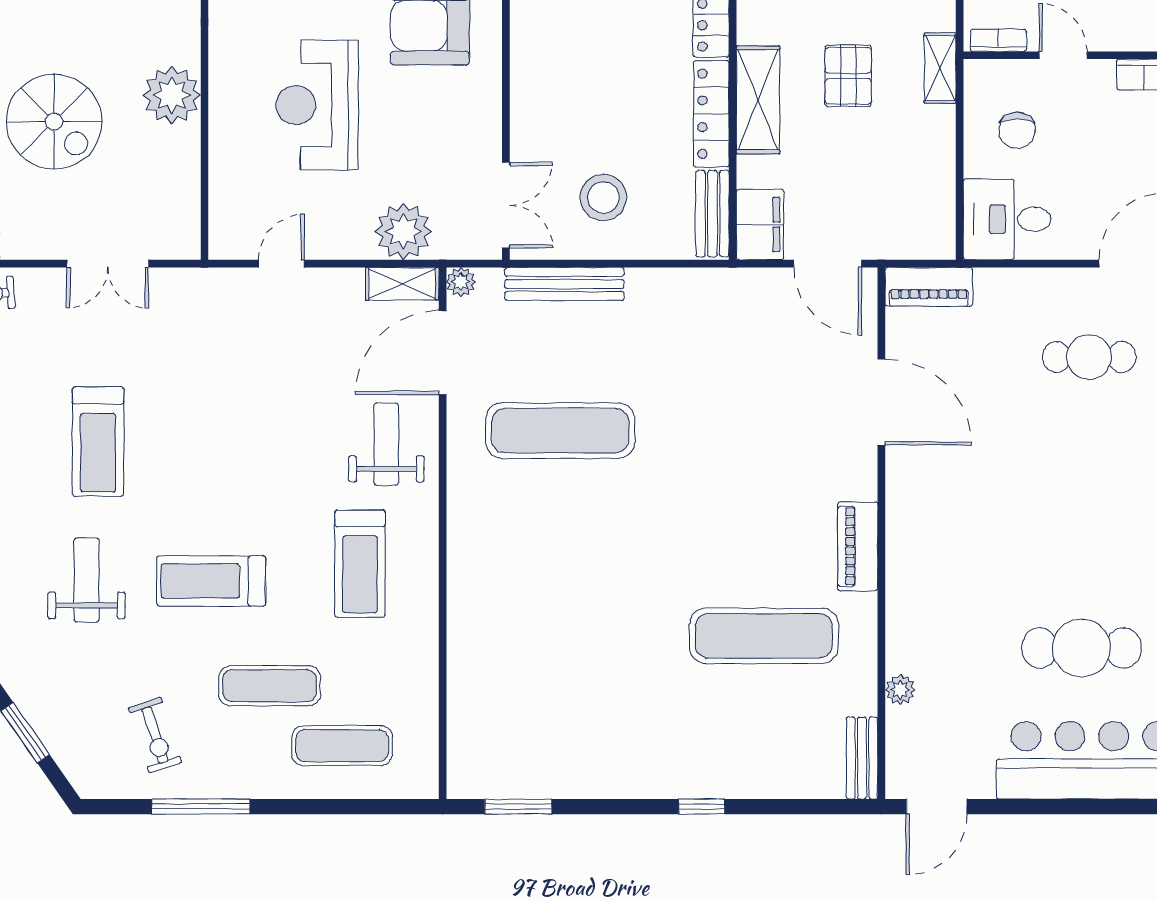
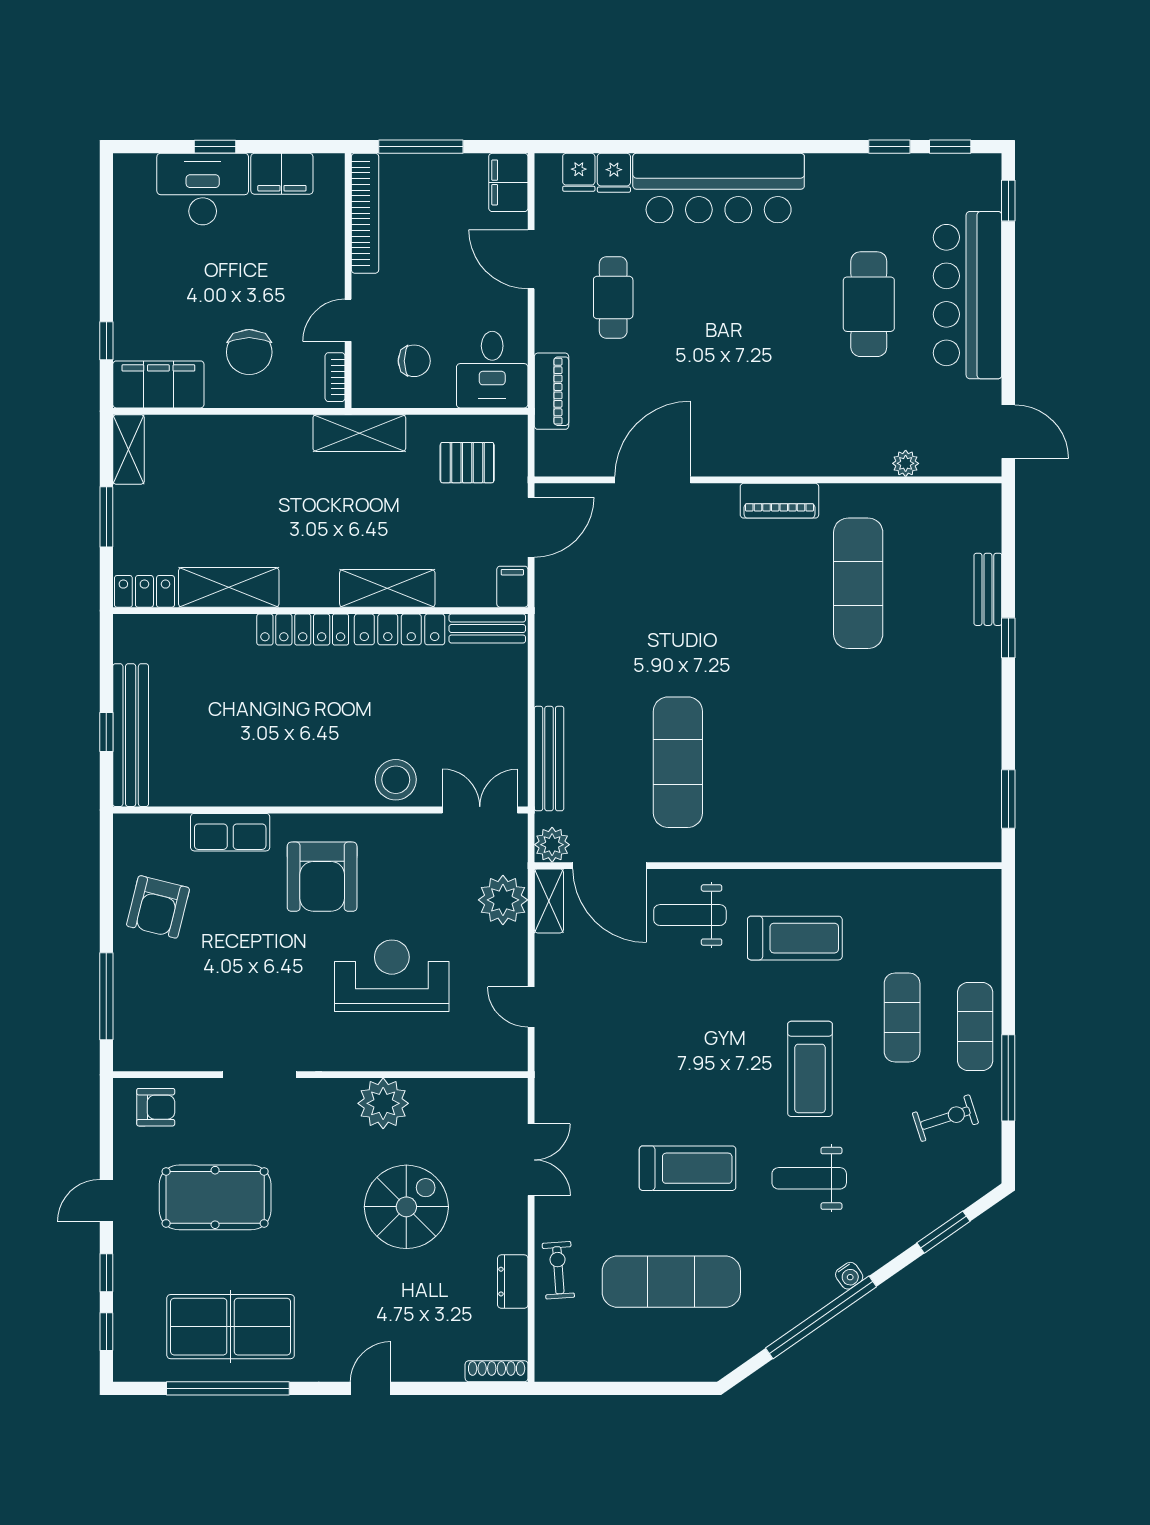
shelving: (940, 68) -> (359, 433), width x1.50, depth x1.33
pallet: (848, 76) -> (467, 463), moved
reception desk: (317, 105) -> (392, 976), turned 180
stool: (603, 197) -> (396, 780), moved
filing cabinet: (760, 225) -> (512, 587), width x0.50
plant: (461, 282) -> (552, 845), width x1.38, depth x1.38
piano: (929, 287) -> (552, 391), moved
exercise mat: (342, 746) -> (975, 1026), moved
bench: (862, 758) -> (988, 589), moved, turned 90

